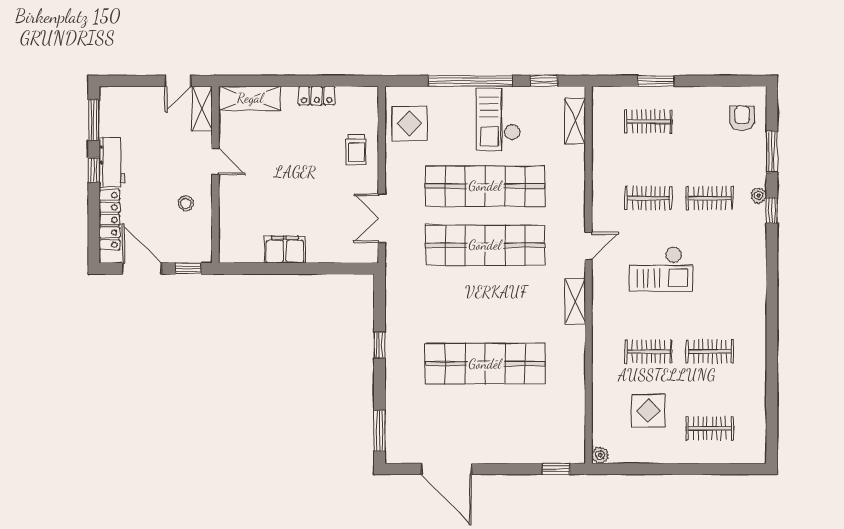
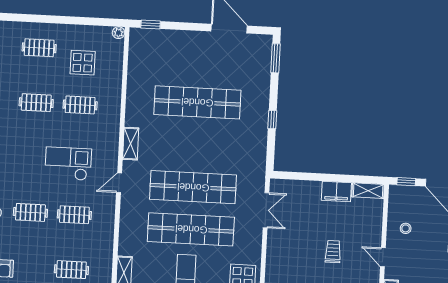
trolley: (356, 150) -> (333, 252), moved
shelving: (241, 253) -> (368, 191), added

